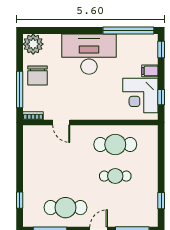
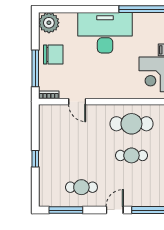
chair: (37, 76) -> (53, 54), turned -90
window: (20, 200) -> (35, 159), moved
cafe table: (66, 208) -> (81, 187), width x0.73, depth x0.74

